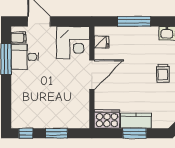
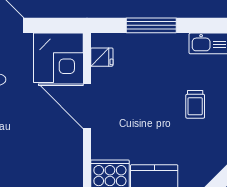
door: (92, 74) -> (87, 106), swing flipped

